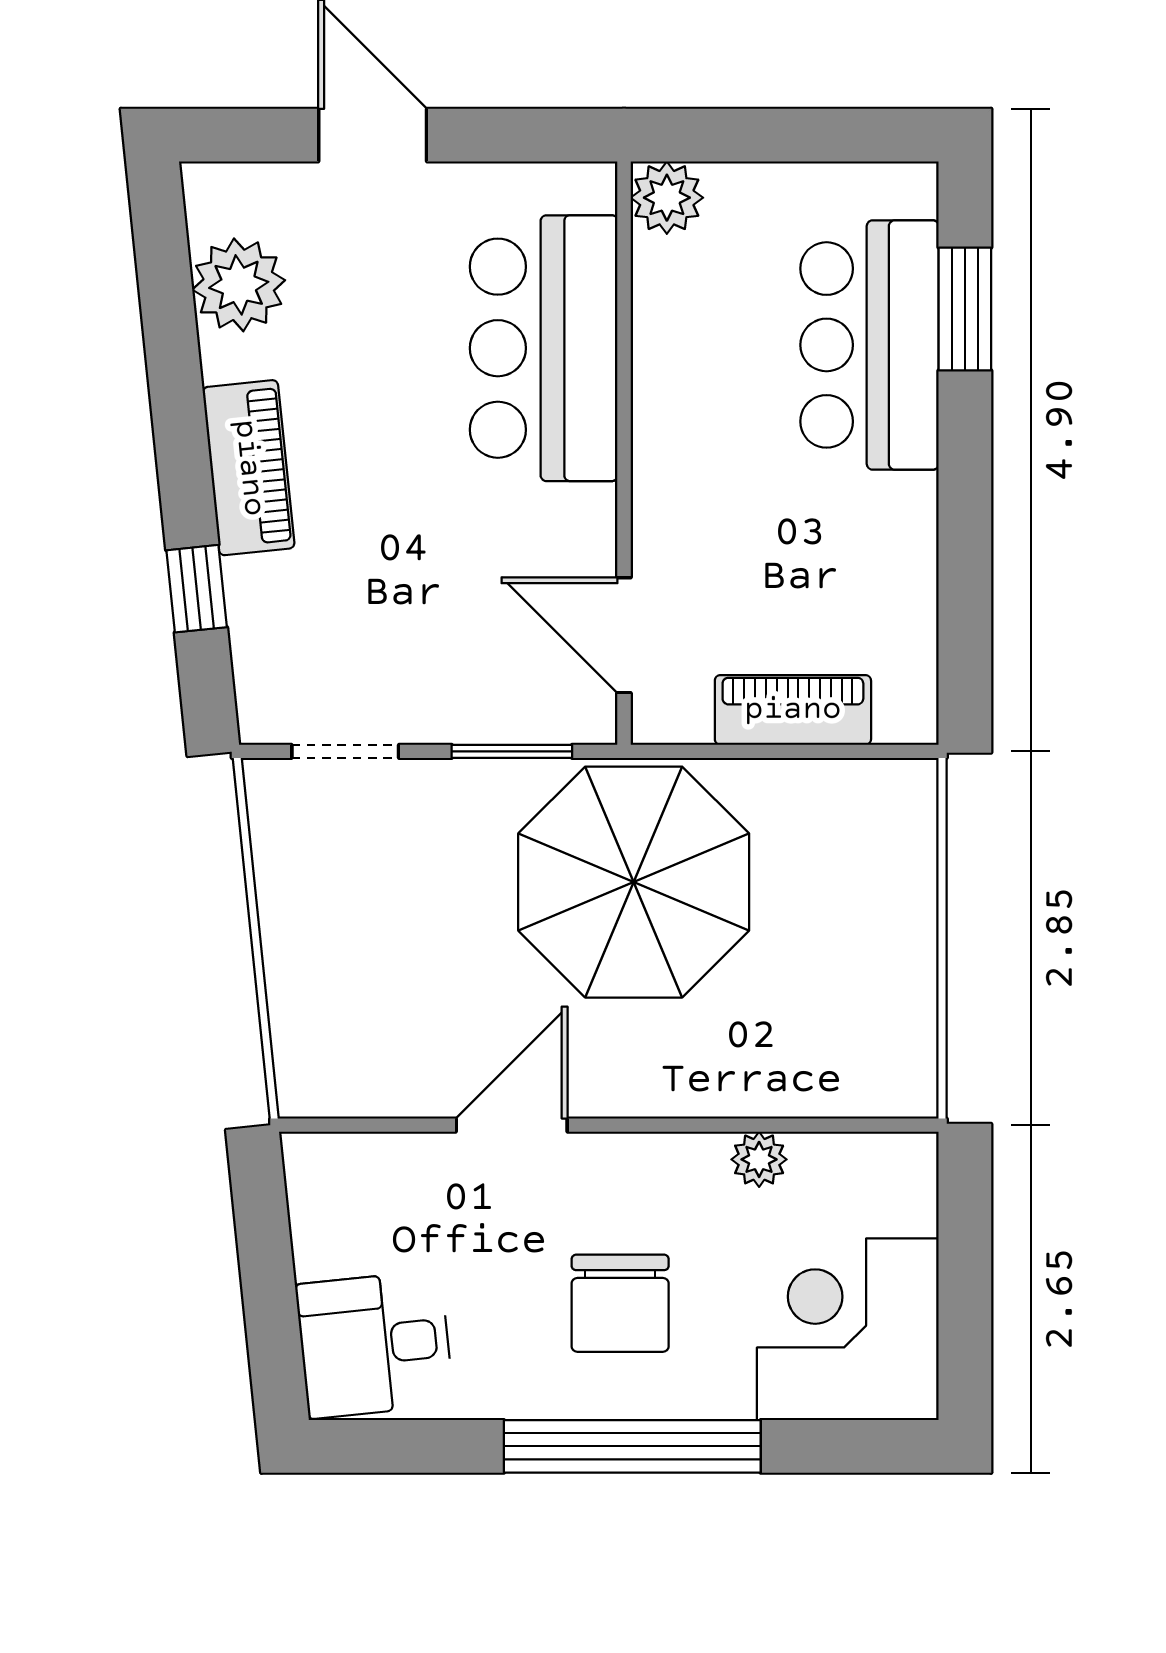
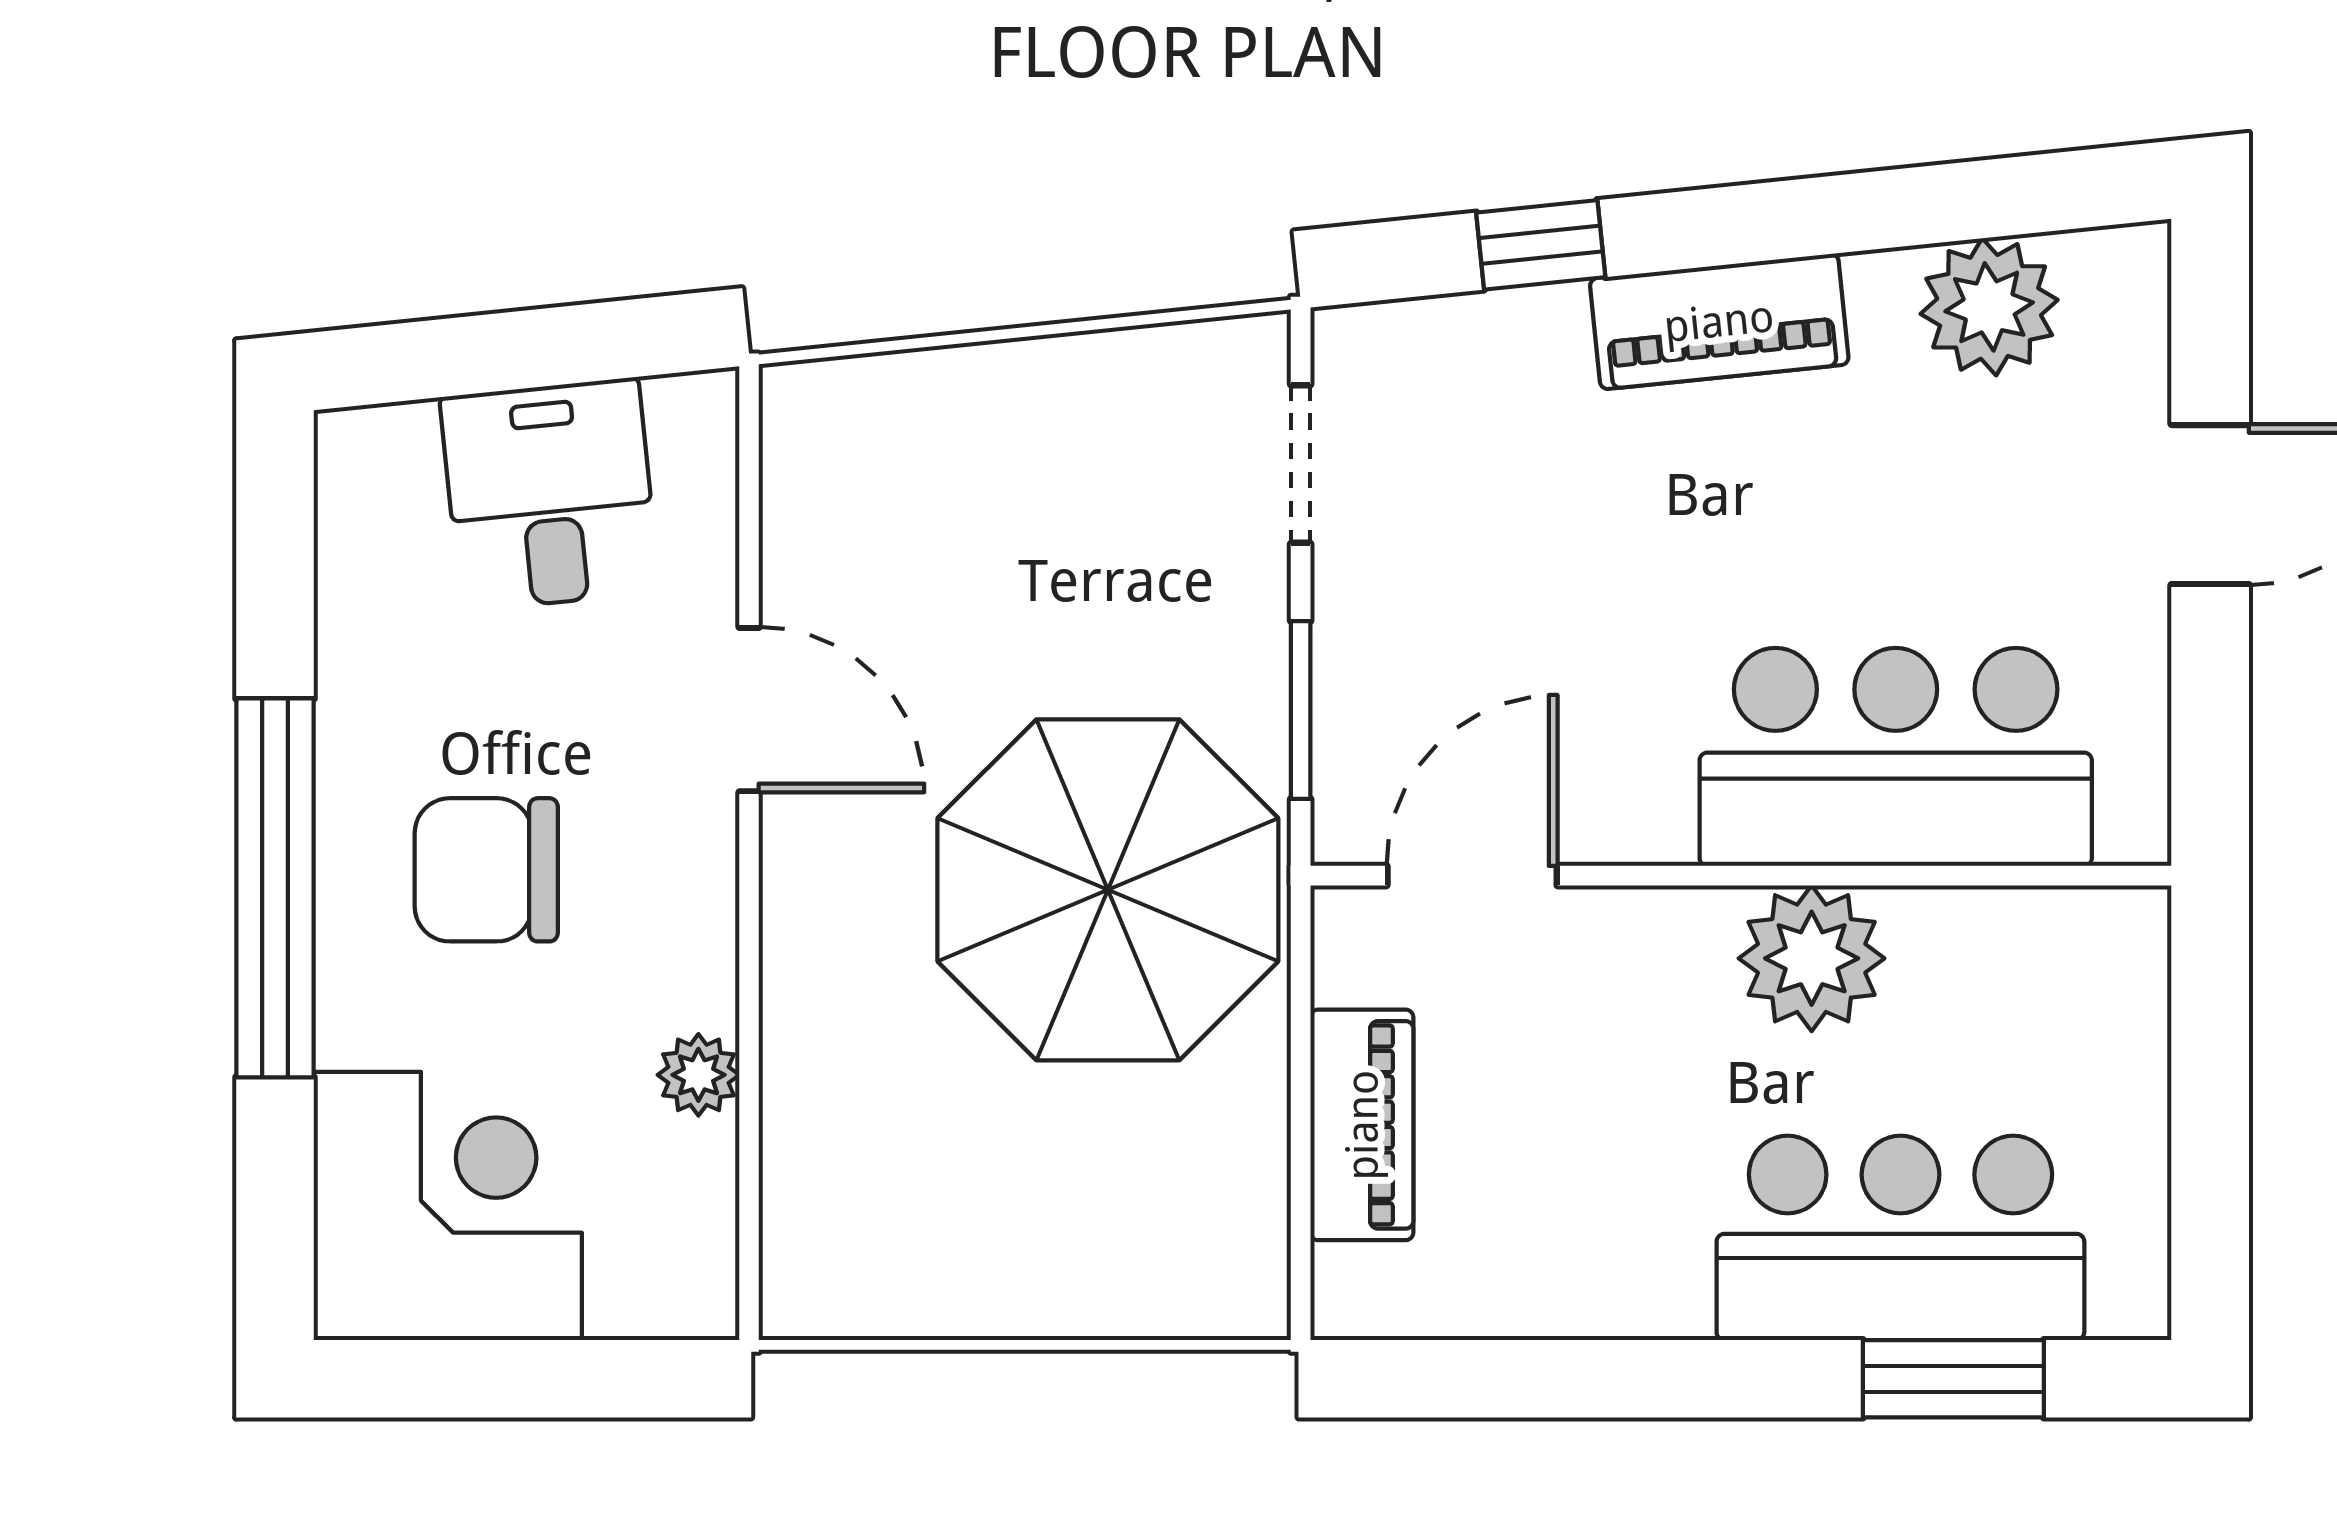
plant: (667, 198) -> (1812, 958), moved, width x1.36, depth x1.36
desk: (375, 1344) -> (550, 495), moved

